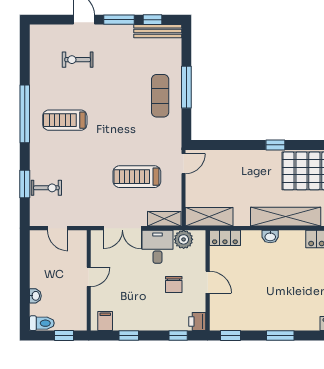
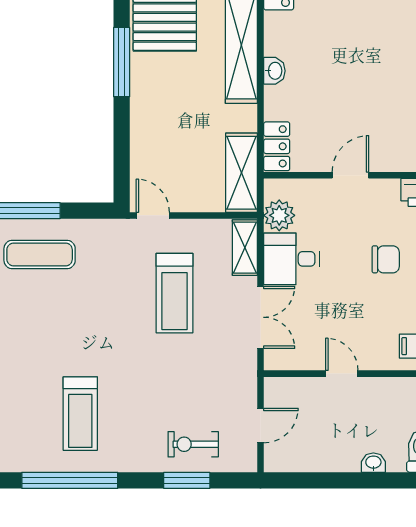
window: (275, 145) -> (122, 62), width x2.17
exercise bike: (46, 188) -> (193, 444), turned -90
chair: (174, 285) -> (386, 259), moved

